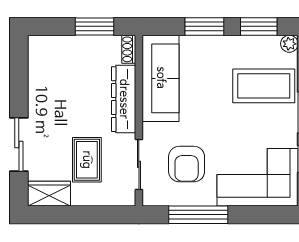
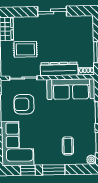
coffee table: (264, 86) -> (68, 146), width x0.54, depth x0.58
sliding door: (19, 144) -> (52, 11), moved

